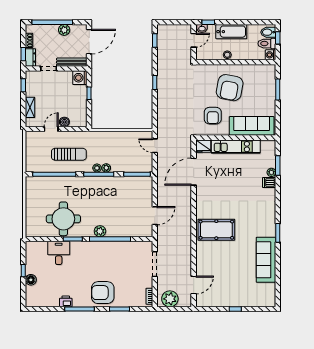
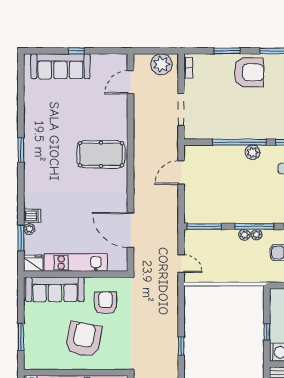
fridge: (203, 146) -> (33, 263), moved
door: (194, 172) -> (131, 230), swing flipped
sofa: (266, 260) -> (60, 66), moved, turned 90

